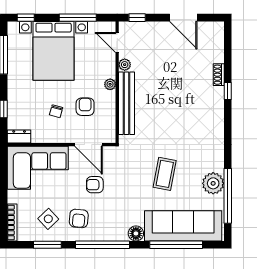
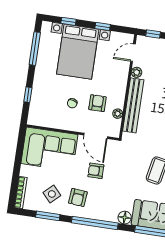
window: (26, 18) -> (68, 21), moved
window: (78, 18) -> (103, 26), width x0.46
door: (117, 43) -> (133, 53), hinge flipped
plant: (110, 84) -> (118, 114), moved
dresser: (19, 137) -> (37, 120), removed

